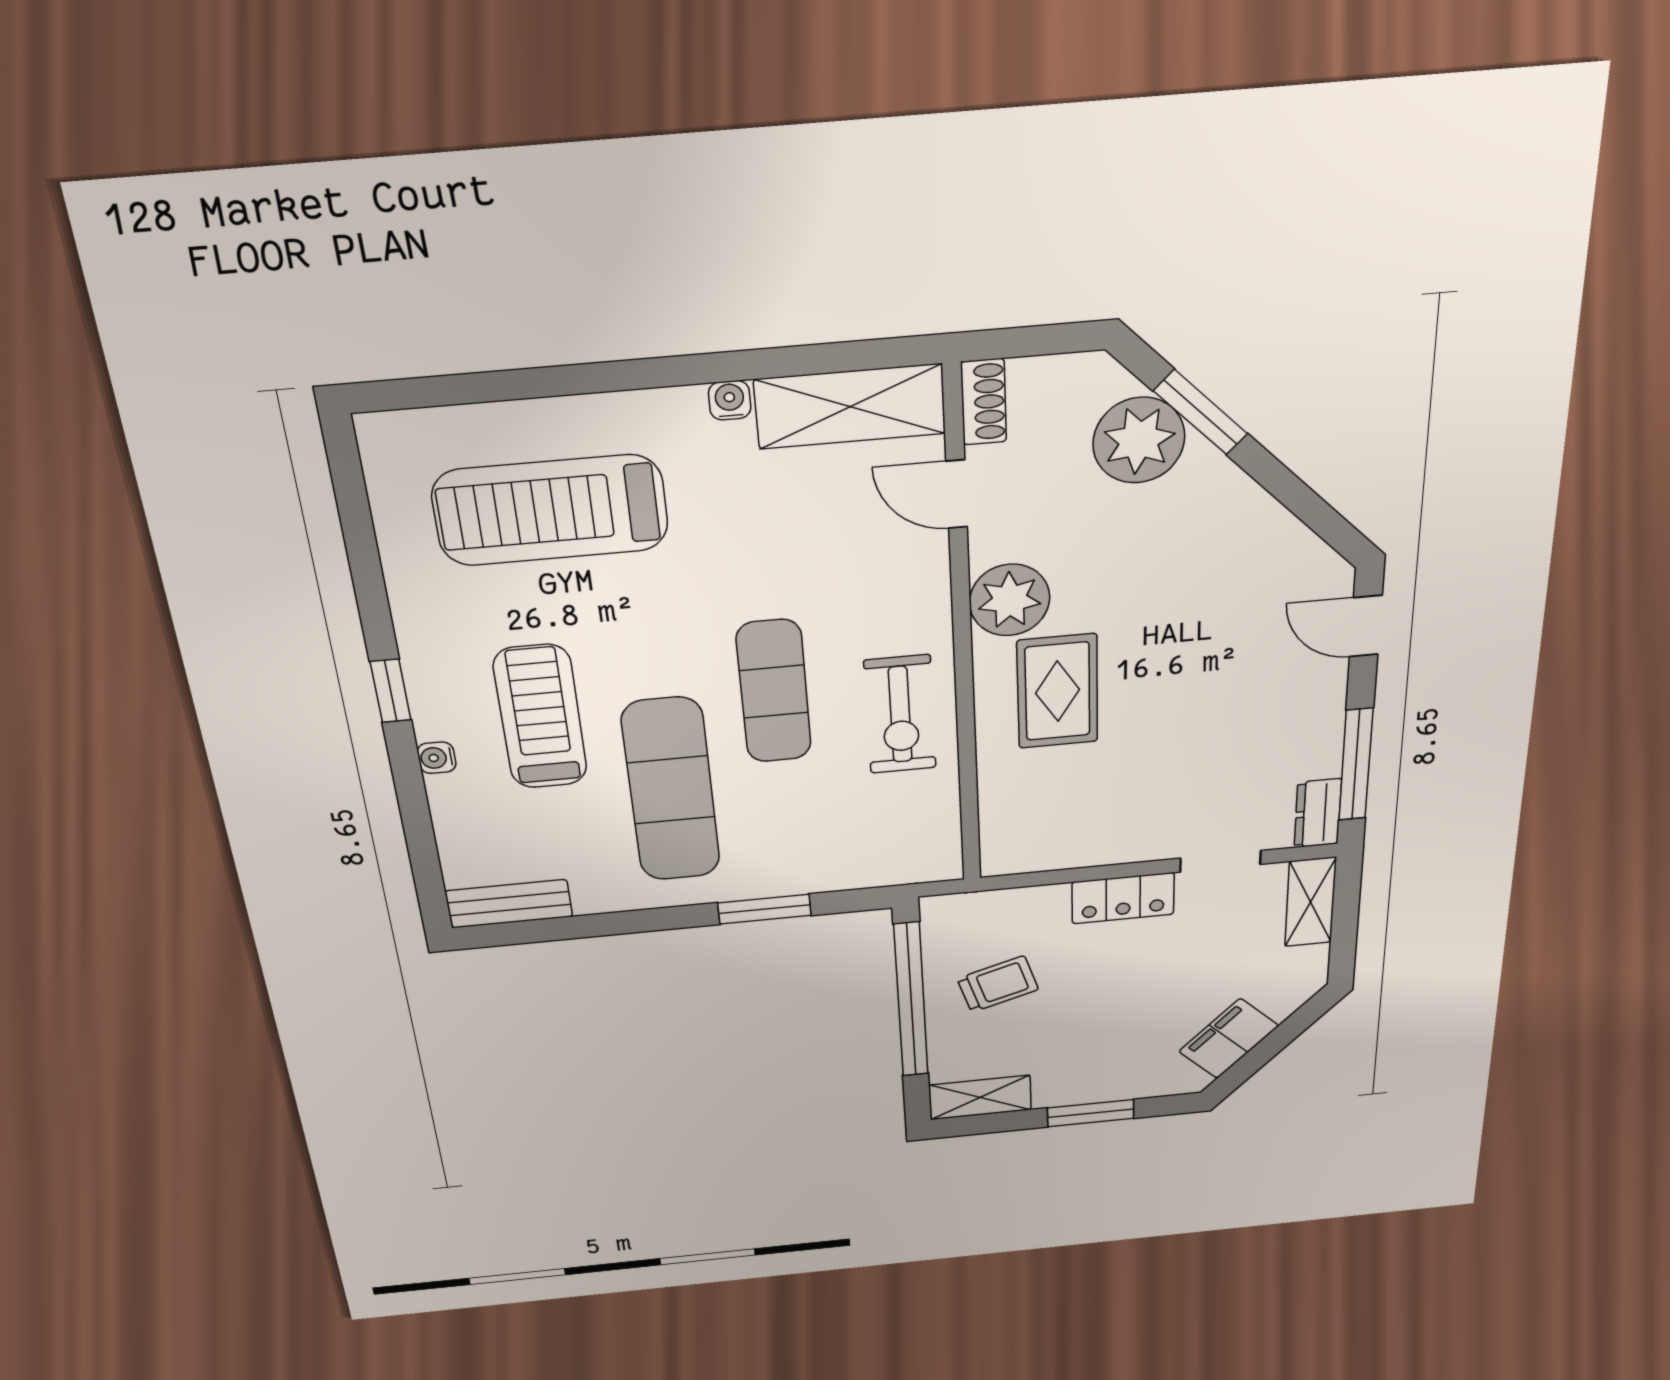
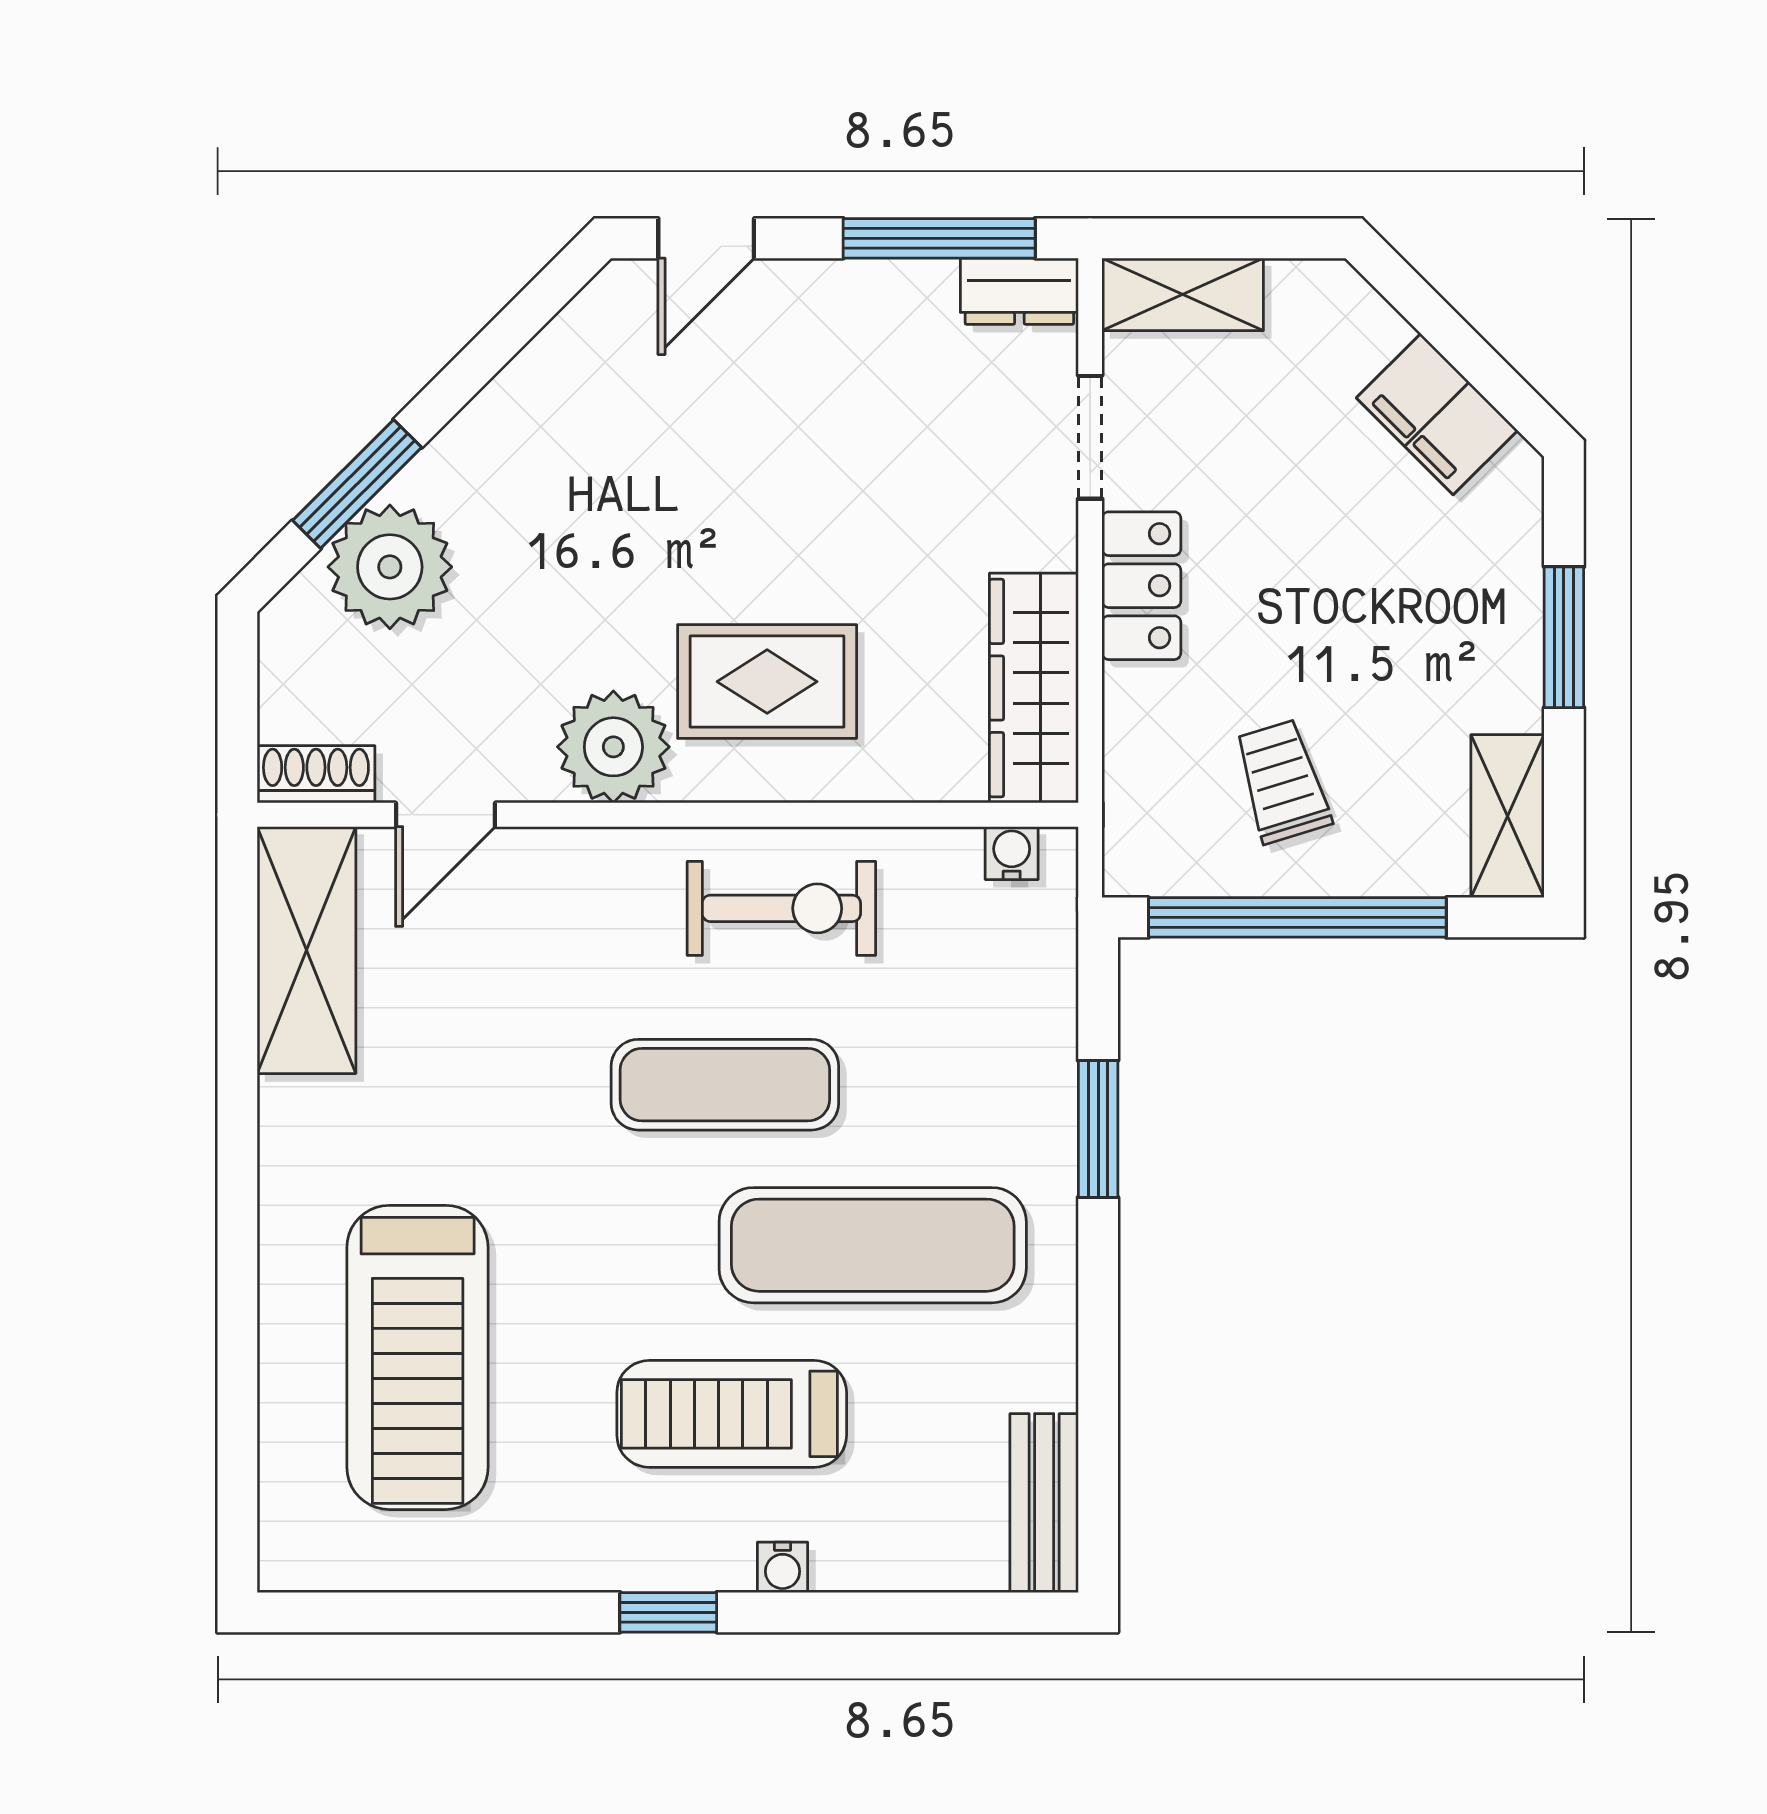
water cooler: (730, 400) -> (1012, 853), moved, turned 90
wardrobe: (1055, 846) -> (1034, 688), added

